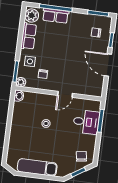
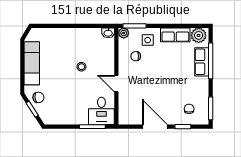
door: (108, 65) -> (155, 127), hinge flipped
desk: (86, 122) -> (101, 111), moved
chair: (81, 156) -> (38, 97), moved

